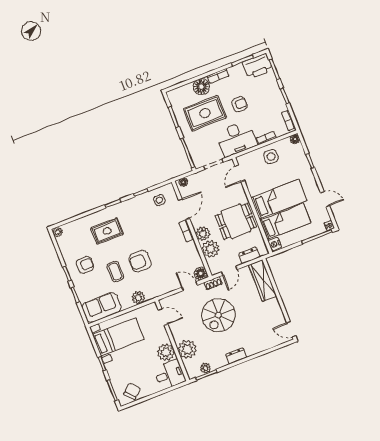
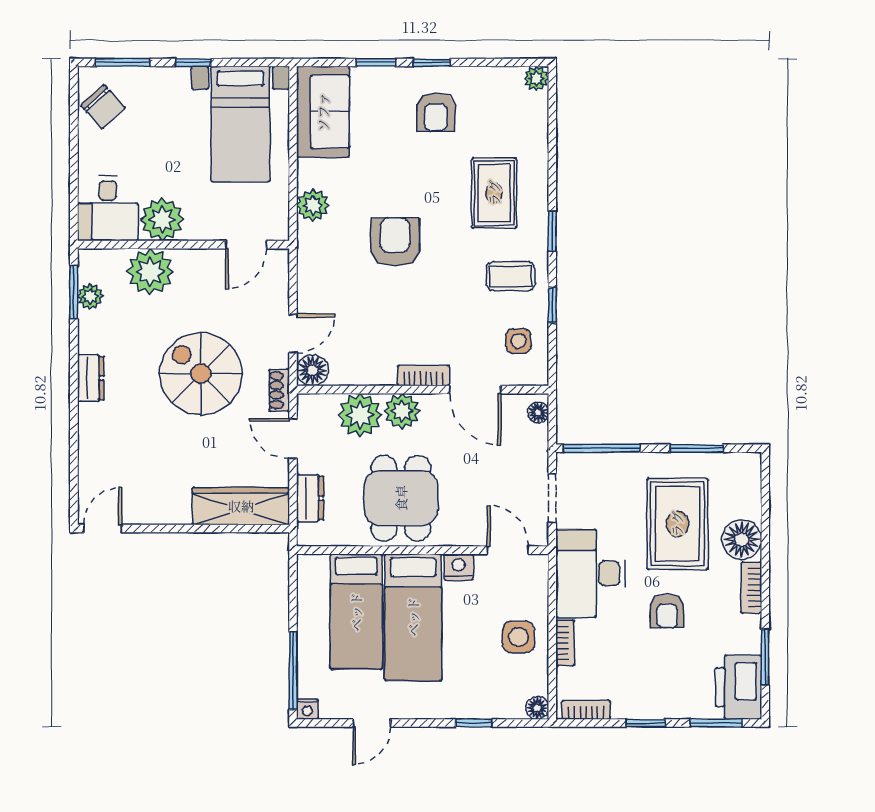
nightstand: (275, 244) -> (458, 567), moved
coffee table: (115, 272) -> (511, 276), moved

